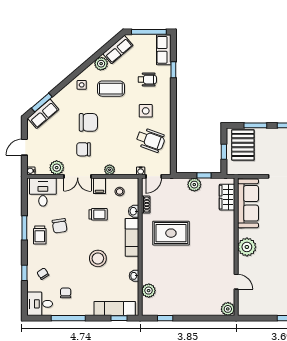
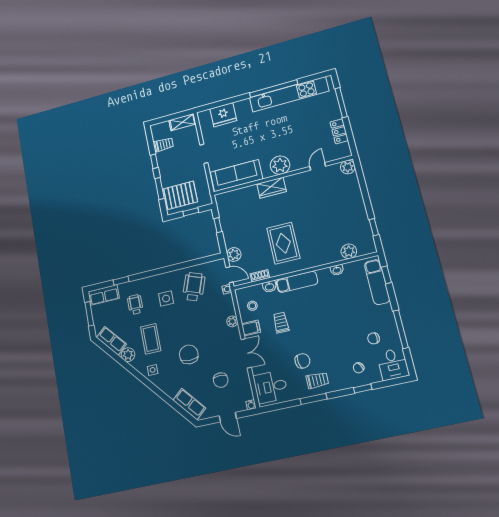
window: (149, 32) -> (89, 314), width x0.69
window: (42, 103) -> (178, 408), removed
chair: (83, 149) -> (221, 380), moved
plant: (57, 168) -> (242, 378), removed
plant: (194, 185) -> (234, 254), moved
wardrobe: (227, 197) -> (271, 188), moved
stool: (98, 258) -> (328, 312), removed
locker: (265, 310) -> (339, 131), added

